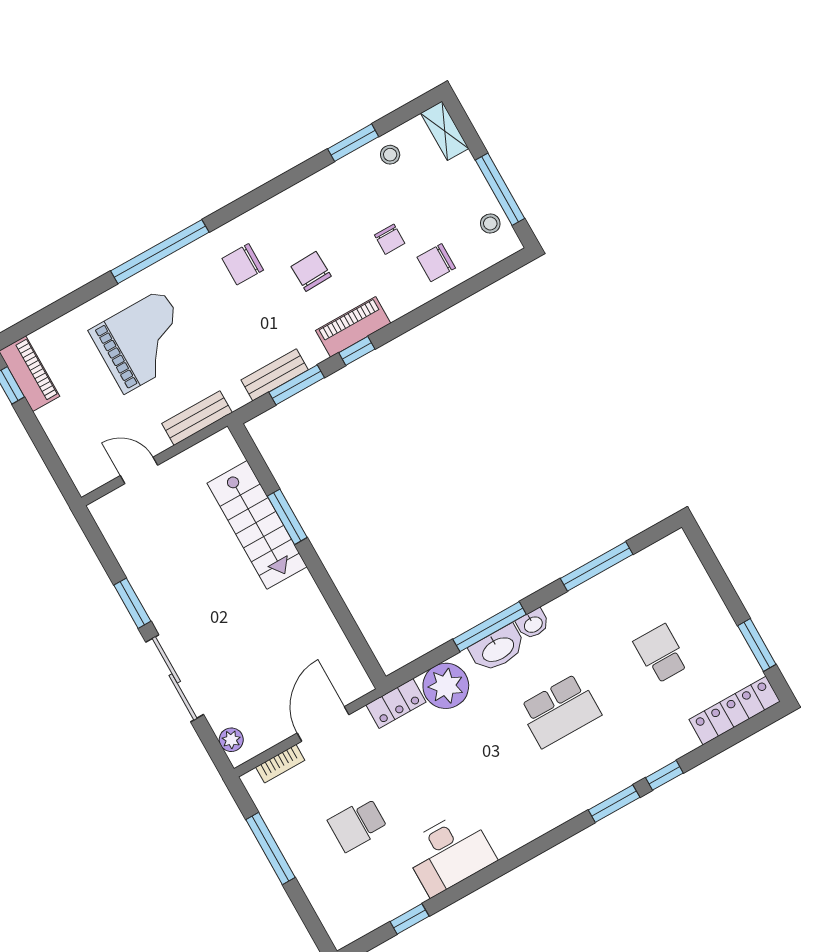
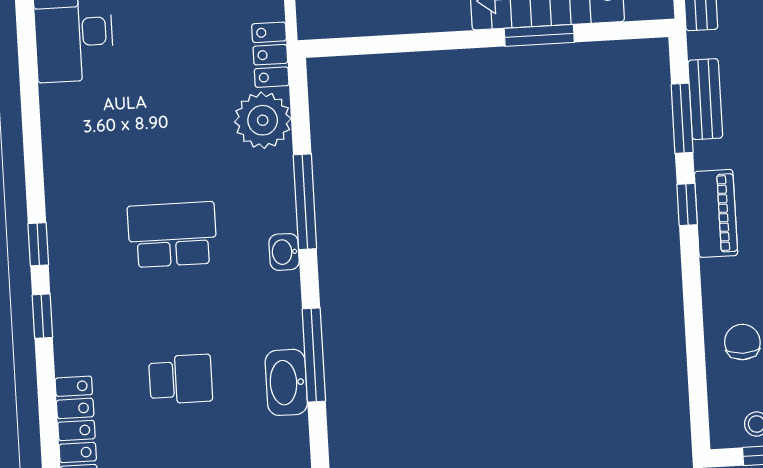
washbasin: (498, 649) -> (286, 382), moved
school desk: (560, 711) -> (172, 235), turned 90
window: (614, 804) -> (38, 244), width x0.67

